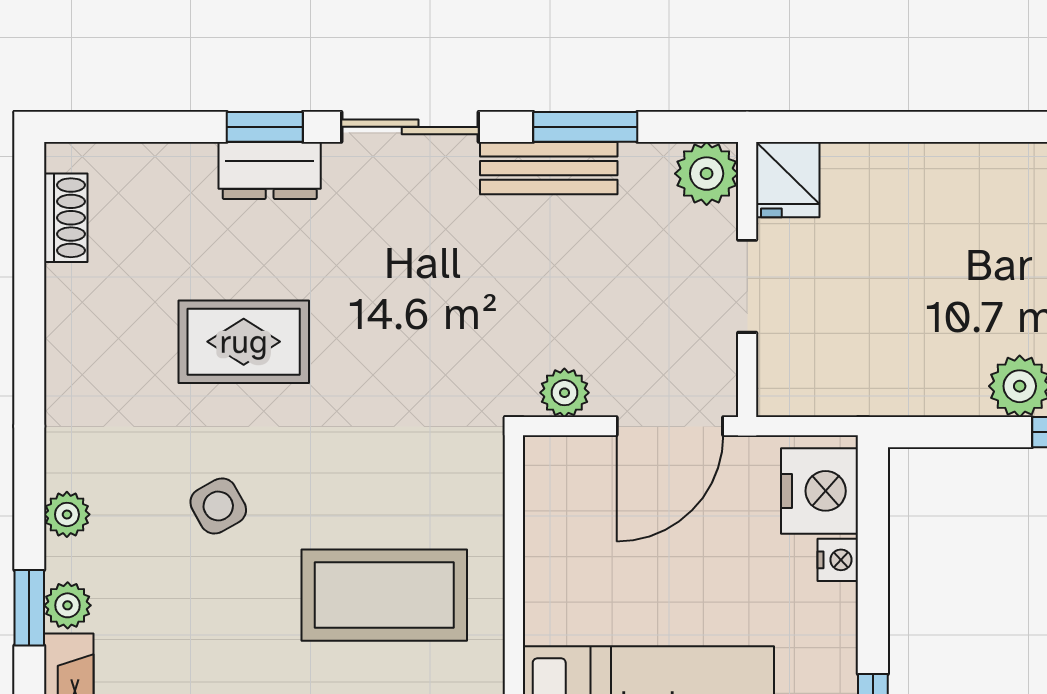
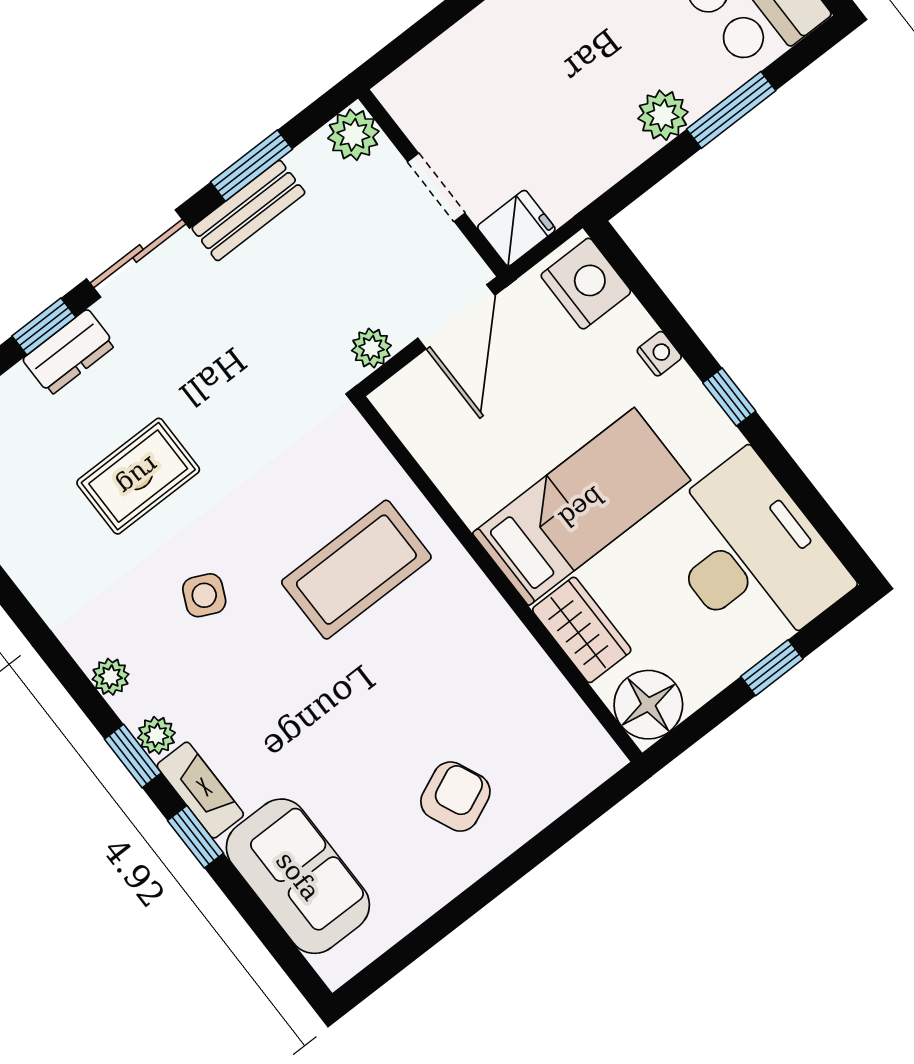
fridge: (788, 180) -> (516, 228), moved, turned -90
side table: (218, 506) -> (204, 595), turned -36
nightstand: (838, 560) -> (659, 354), moved

